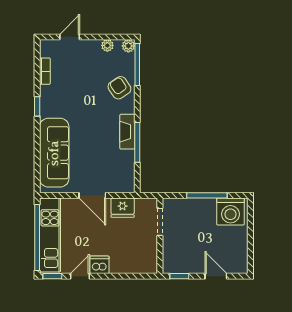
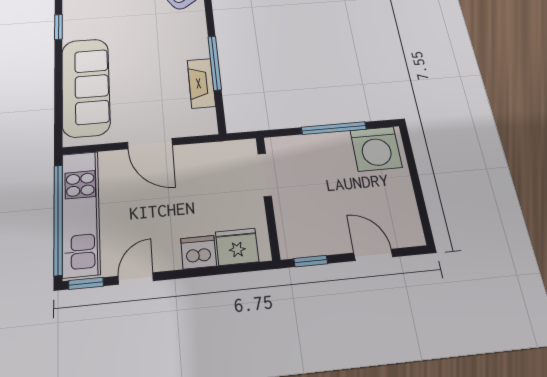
fireplace: (127, 132) -> (201, 83), moved
fridge: (123, 208) -> (237, 247), moved, turned 180
dishwasher: (99, 265) -> (199, 252), moved

